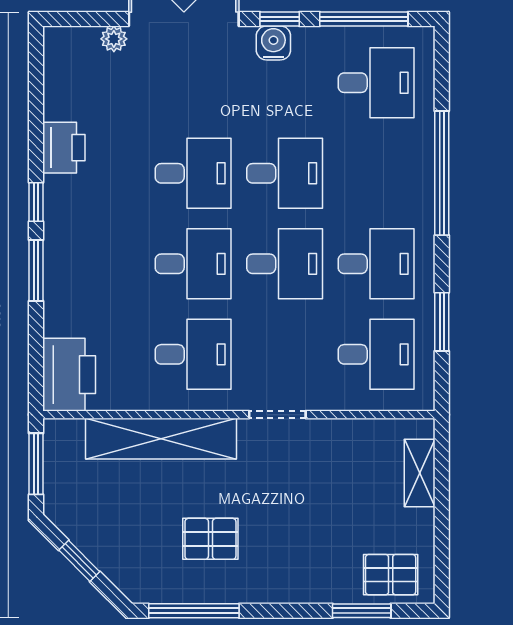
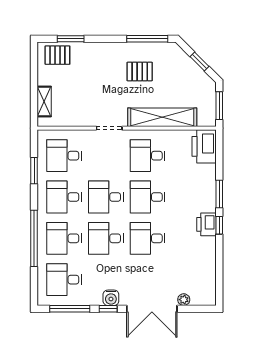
printer: (64, 148) -> (207, 224), moved
desk: (376, 173) -> (64, 238), added

